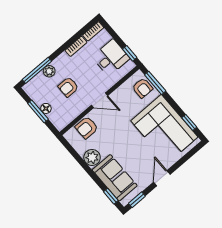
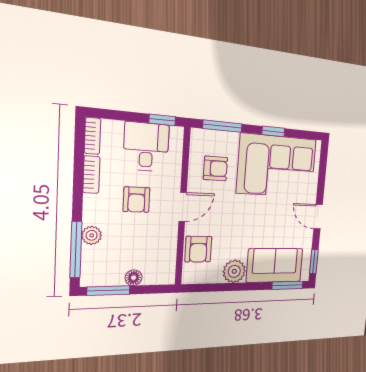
armchair: (68, 87) -> (136, 200), moved
armchair: (142, 88) -> (215, 168), moved
window: (38, 111) -> (109, 291), moved
window: (189, 122) -> (273, 131), moved
window: (111, 196) -> (288, 285), width x1.50

